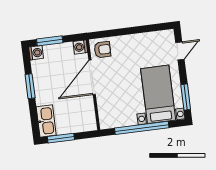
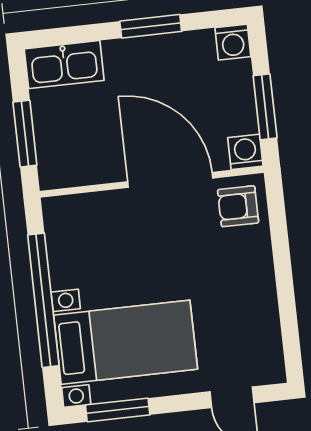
window: (50, 41) -> (265, 107), moved
armchair: (102, 50) -> (238, 206), turned 90
window: (61, 138) -> (25, 134), moved

